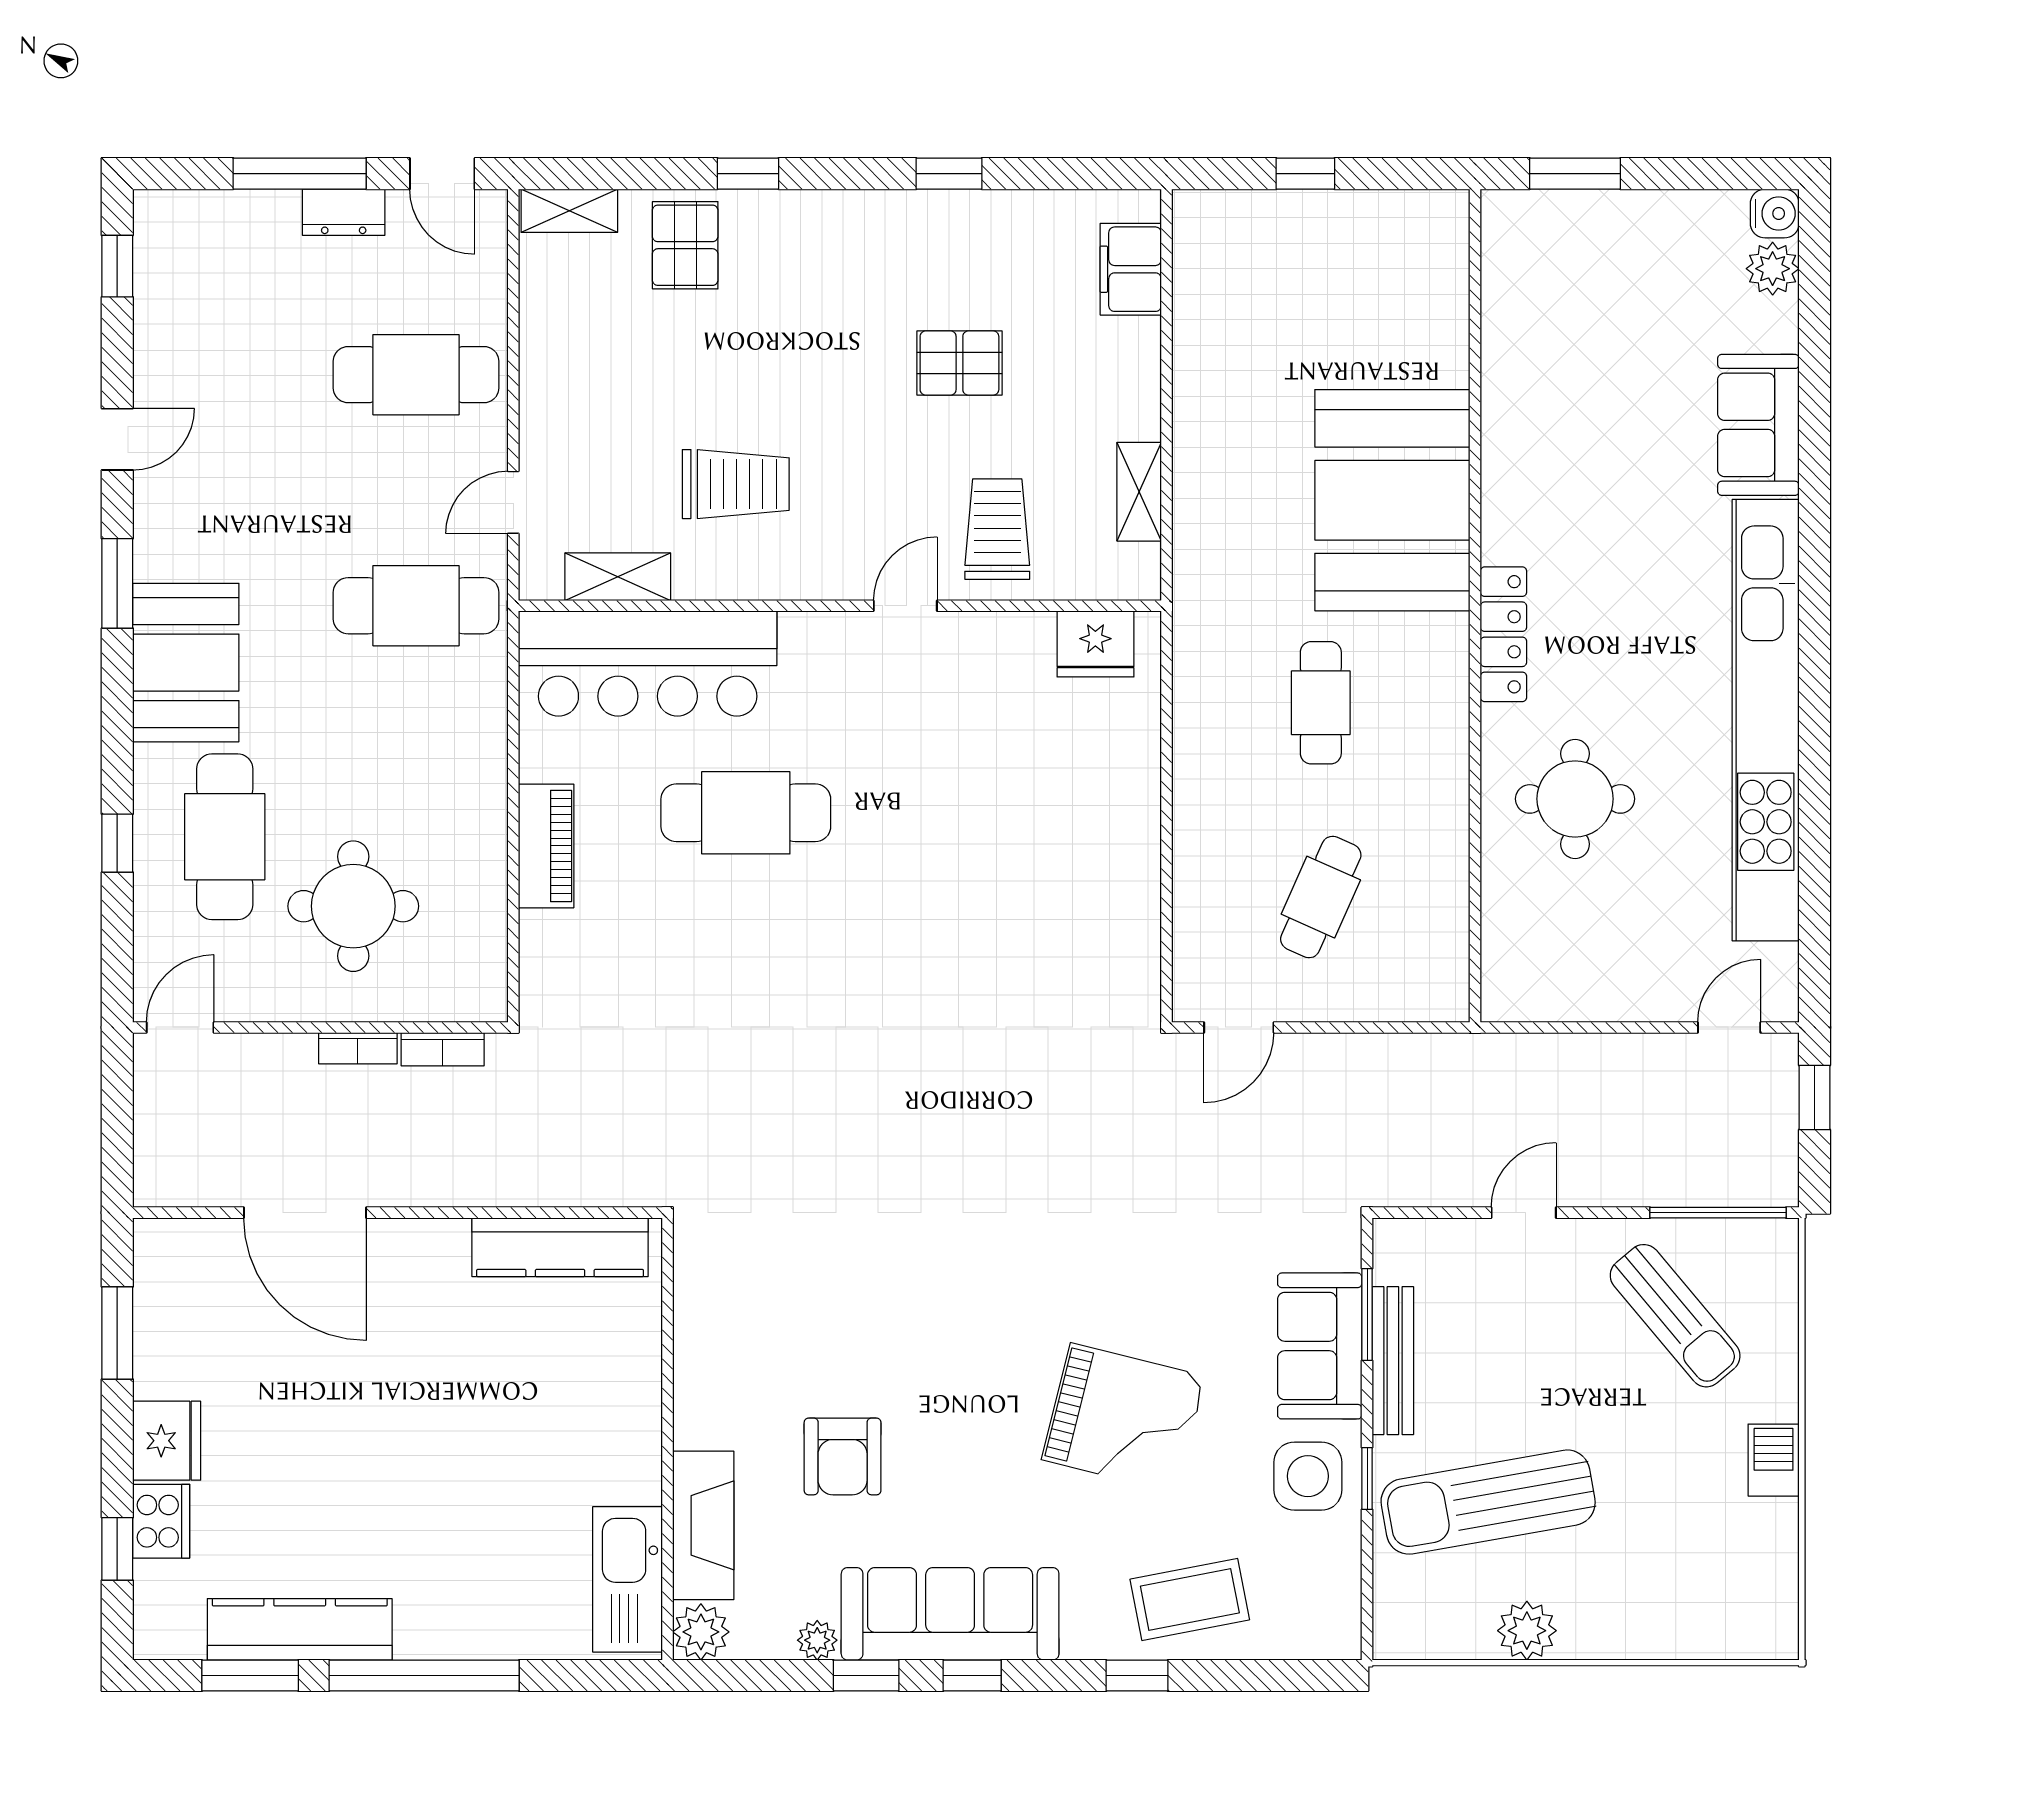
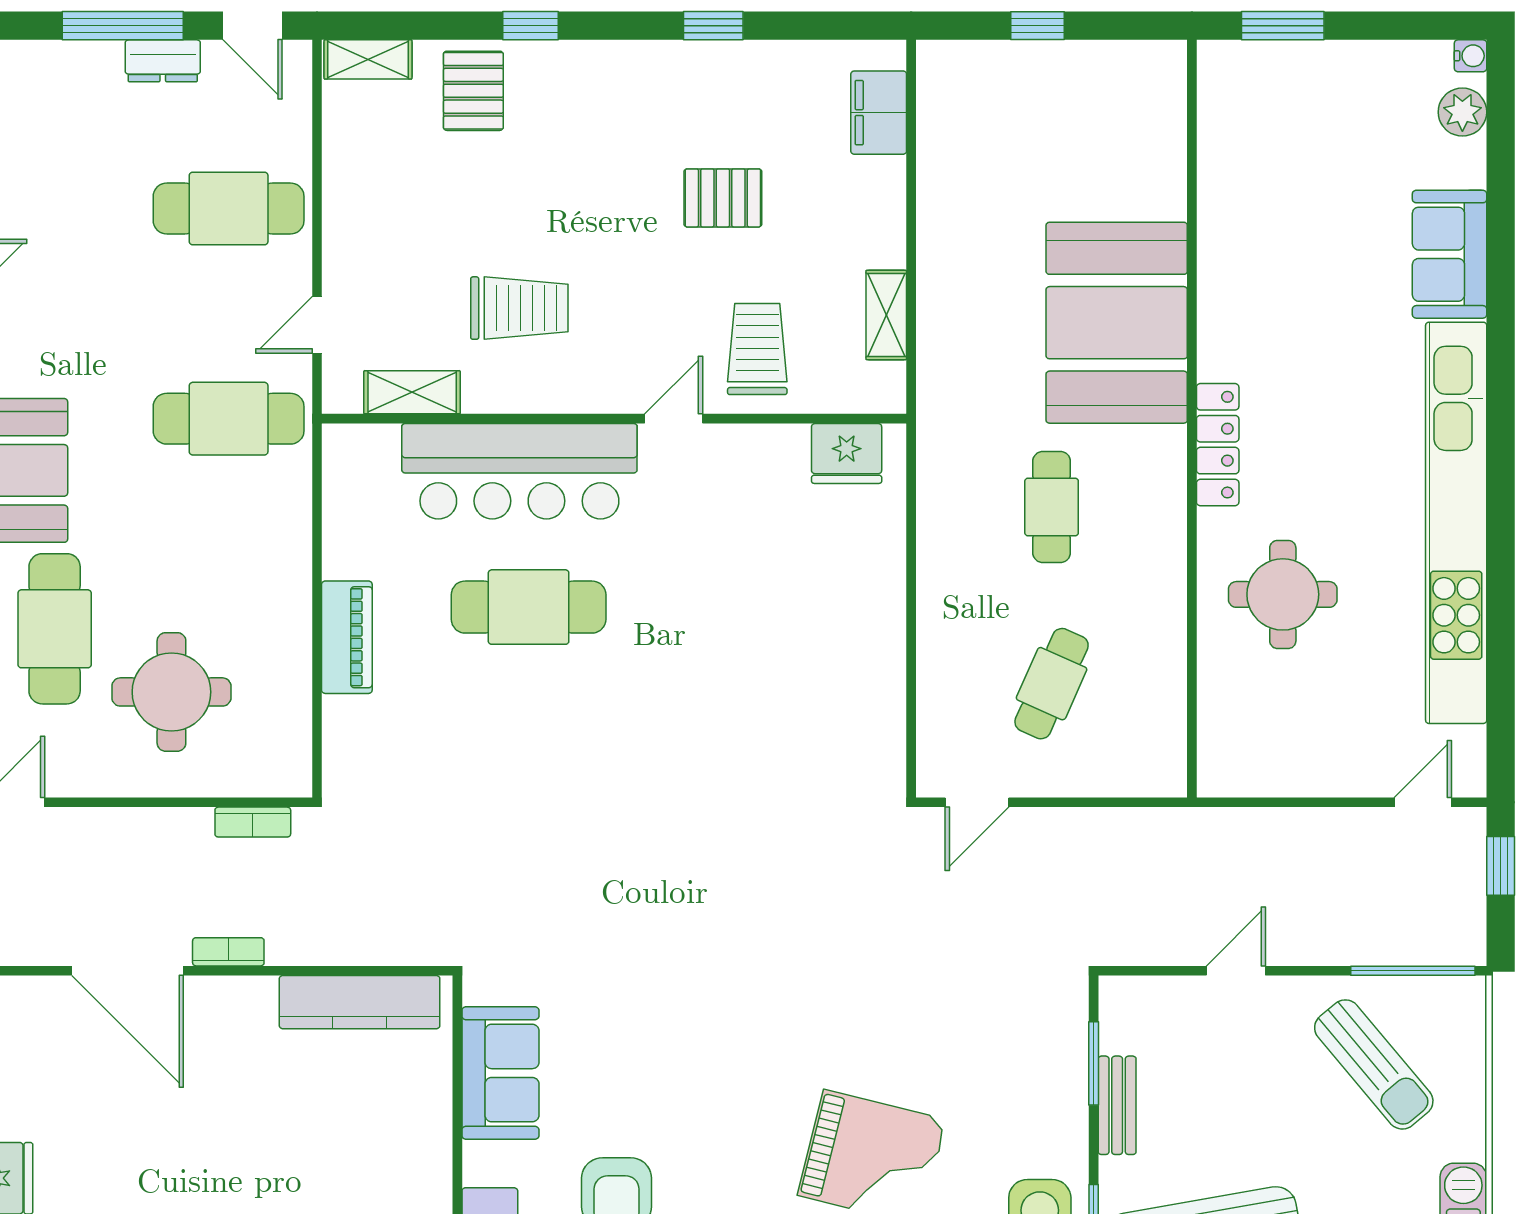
water cooler: (1775, 213) -> (1471, 56), width x0.72, depth x0.72
bar counter: (648, 663) -> (519, 471), moved
bookcase: (358, 1048) -> (228, 952), moved, turned 180
sofa: (1320, 1346) -> (500, 1073), moved, turned 180
bench: (1393, 1361) -> (1117, 1105), width x0.73

